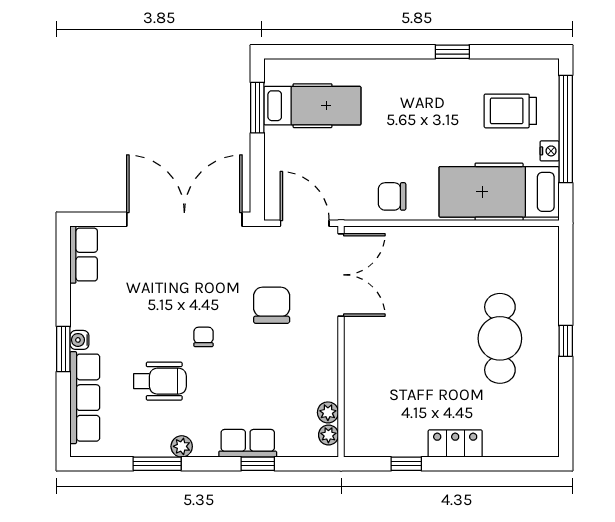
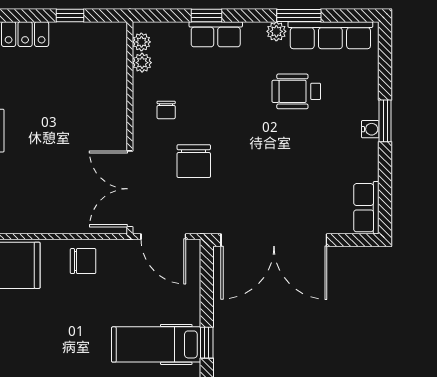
window: (257, 108) -> (207, 343), width x0.67
chair: (203, 337) -> (166, 110), moved
row of seats: (85, 398) -> (330, 35), moved, turned -90

